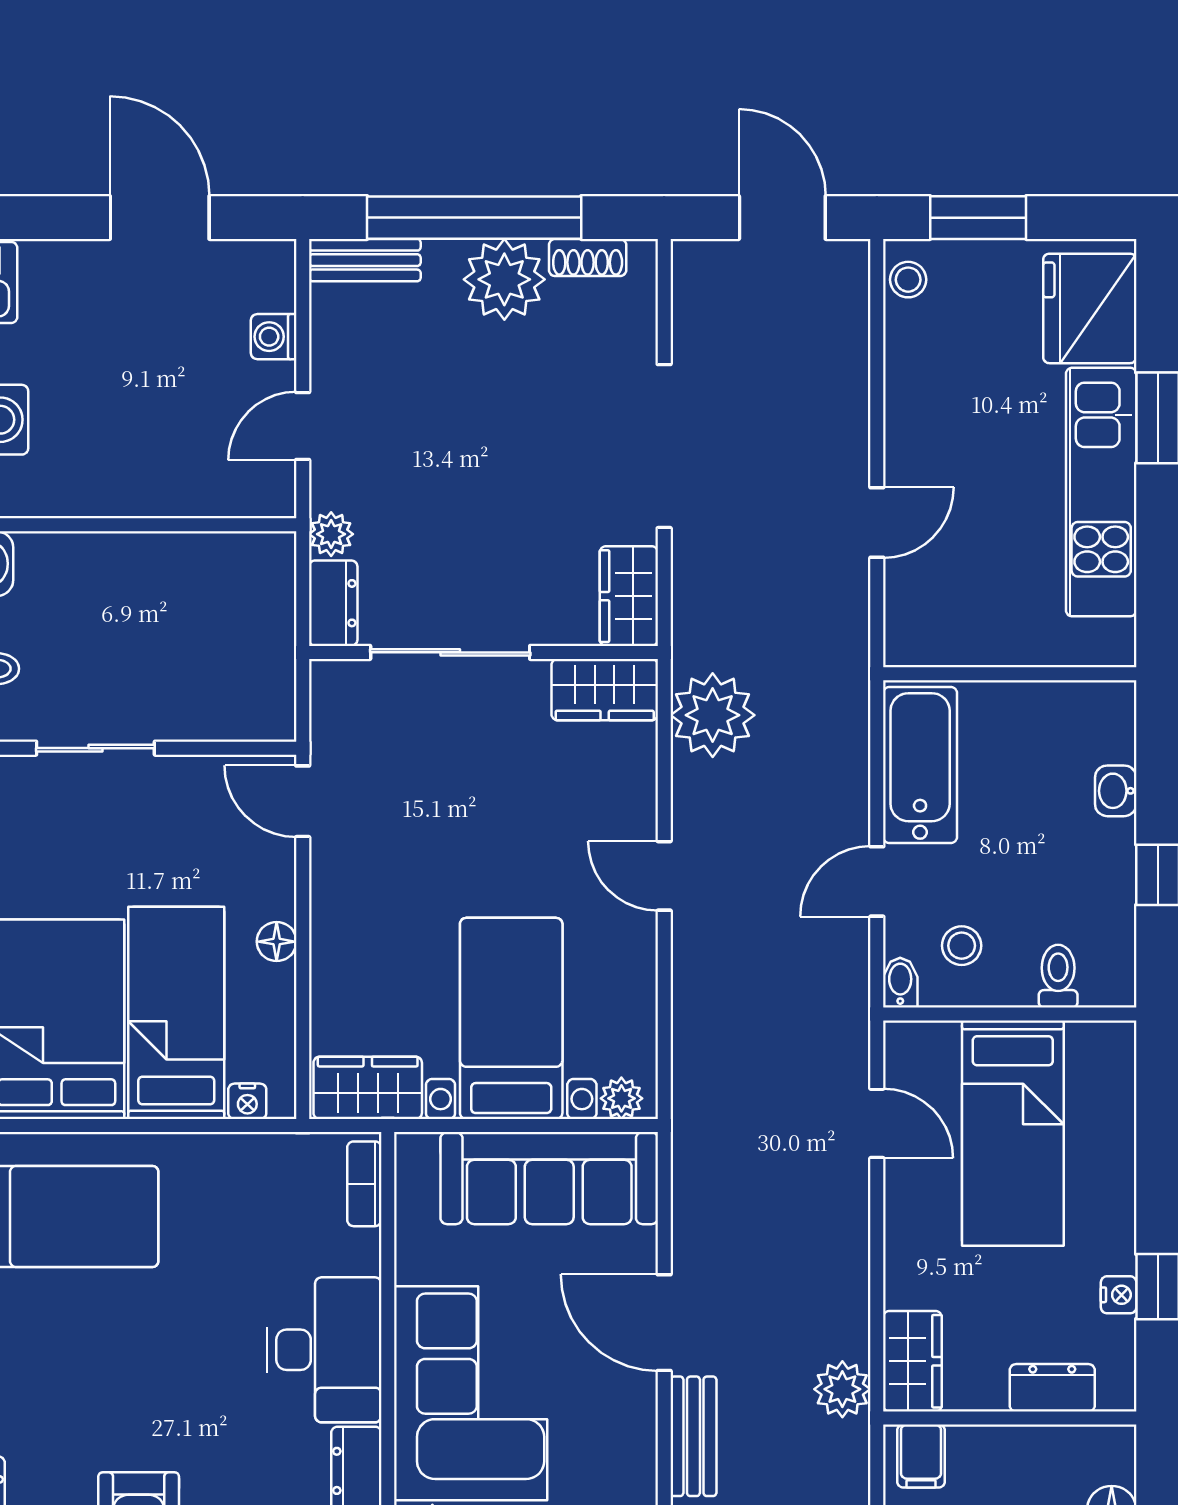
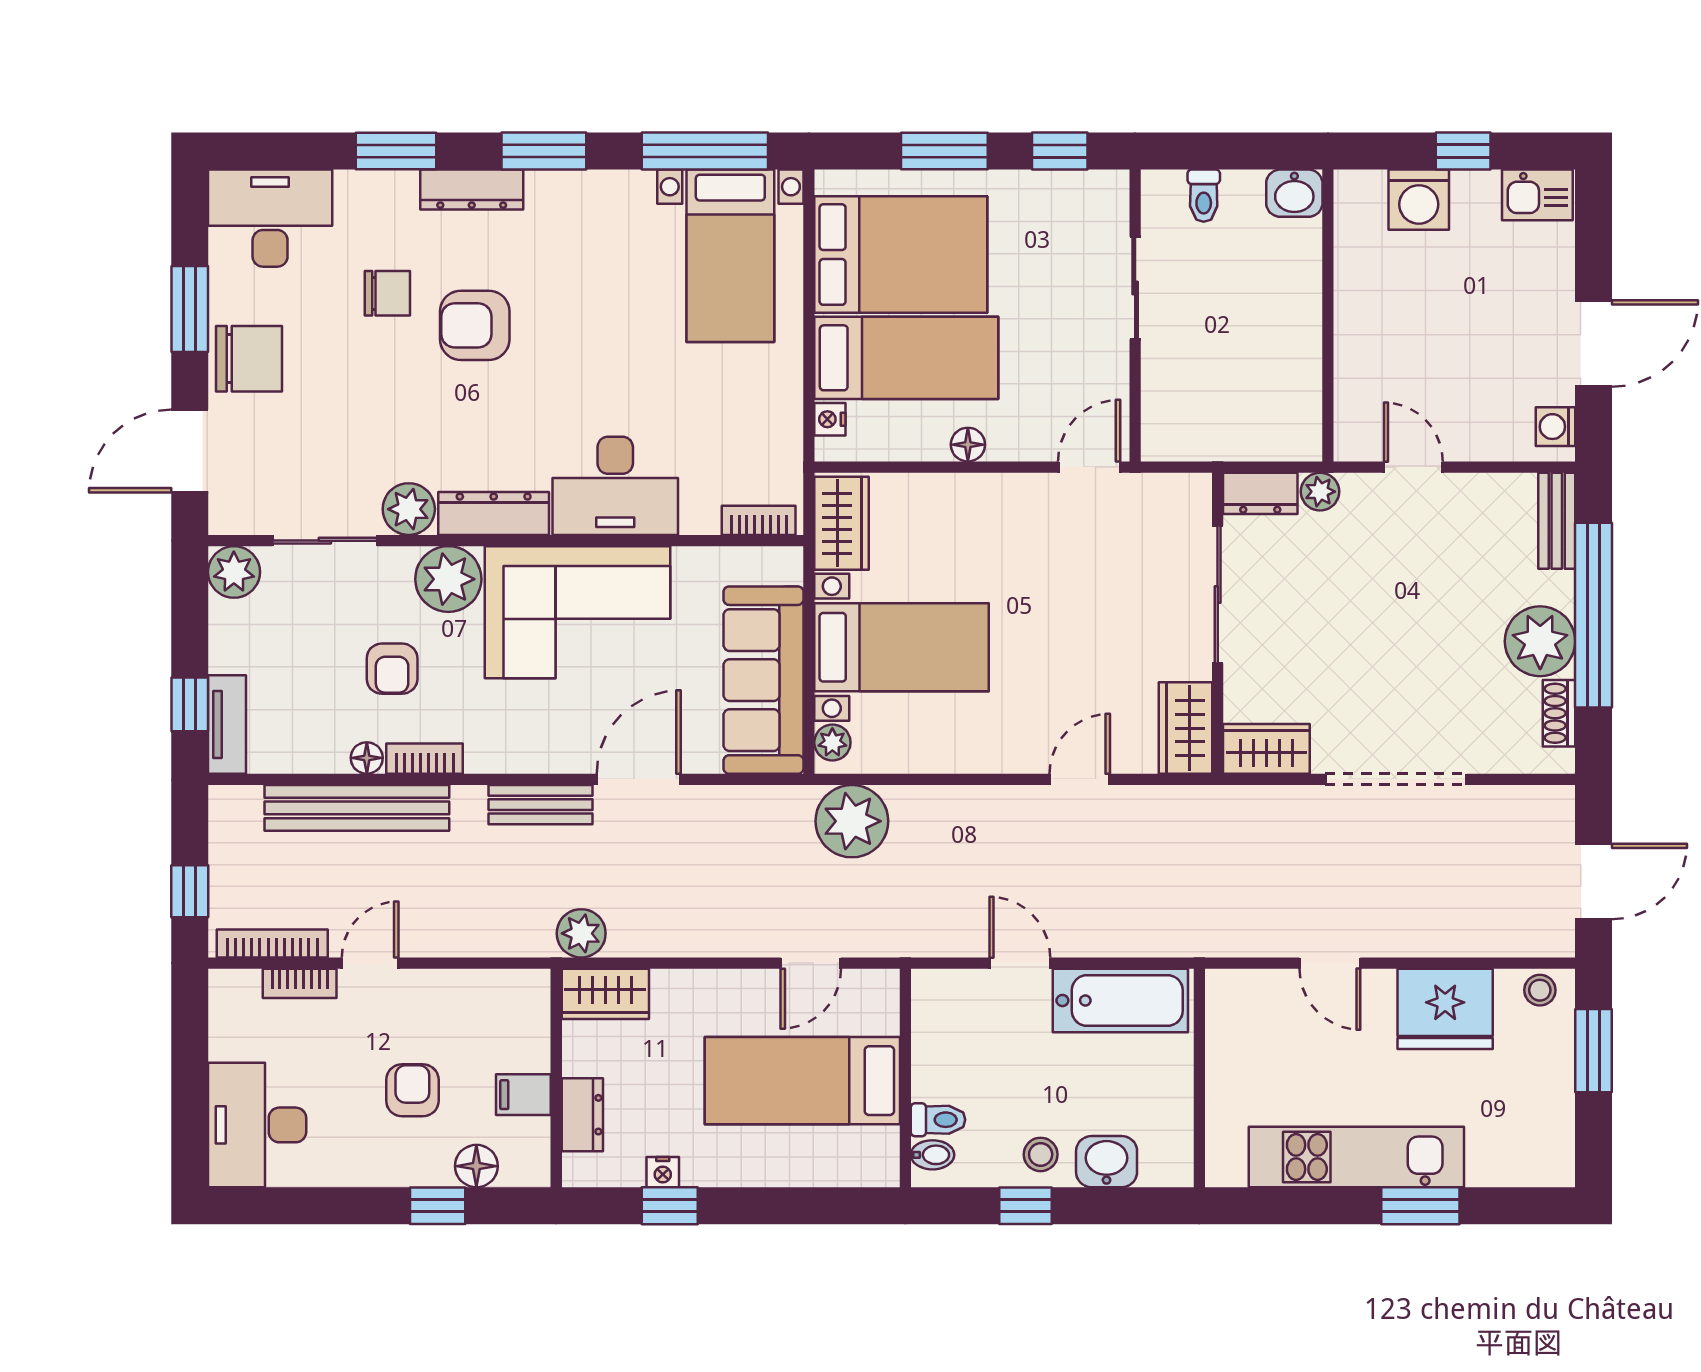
fridge: (1090, 308) -> (1445, 1009), moved, turned 180
washing machine: (274, 337) -> (1556, 427), moved, turned -90
plant: (713, 715) -> (852, 821), moved
washbasin: (1116, 791) -> (1107, 1162), width x1.38, depth x1.45
door: (664, 876) -> (1080, 779), moved
stool: (962, 946) -> (1041, 1154), moved
bidet: (900, 983) -> (932, 1155), moved
filing cabinet: (921, 1456) -> (523, 1095), moved

